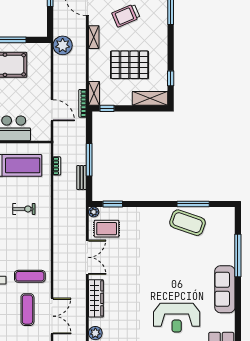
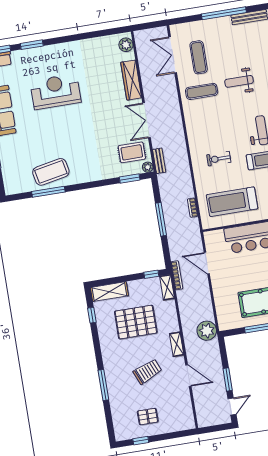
bench: (82, 178) -> (159, 161), moved
coffee table: (188, 223) -> (51, 172), turned -30
reception desk: (177, 318) -> (56, 92), moved

